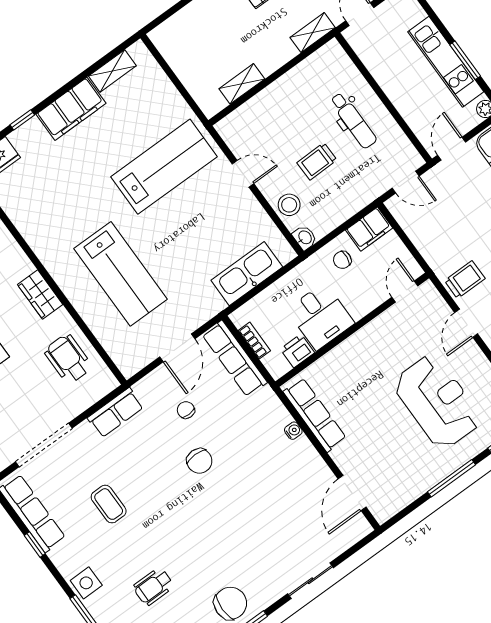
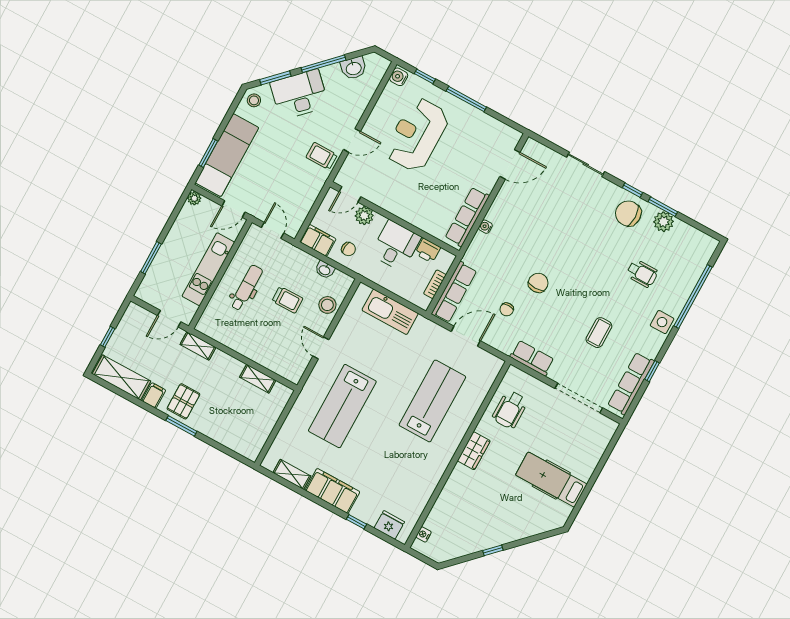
window: (465, 60) -> (151, 258), moved
kitchen unit: (446, 62) -> (208, 269), moved, turned 180
lab bench: (164, 167) -> (342, 406), turned -90
washbasin: (305, 238) -> (325, 270), moved, turned -90
plant: (372, 296) -> (364, 216), added

